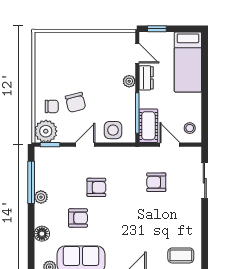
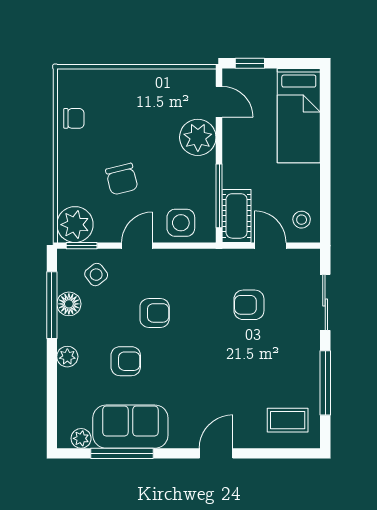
dresser: (146, 78) -> (233, 141), removed
plant: (129, 81) -> (198, 137), width x1.88, depth x1.88
chair: (52, 106) -> (74, 118), moved
side table: (59, 163) -> (96, 275), added
plant: (41, 197) -> (67, 357), moved
window: (205, 232) -> (325, 383), added
floor lamp: (42, 234) -> (69, 304), moved

